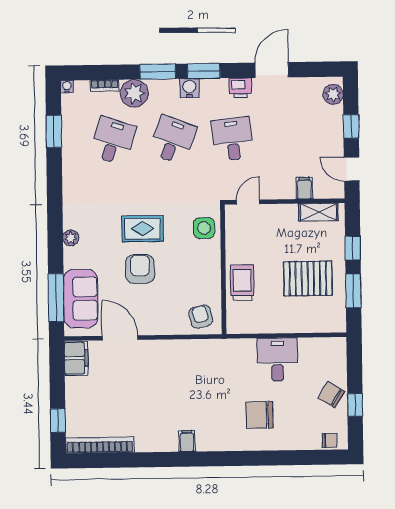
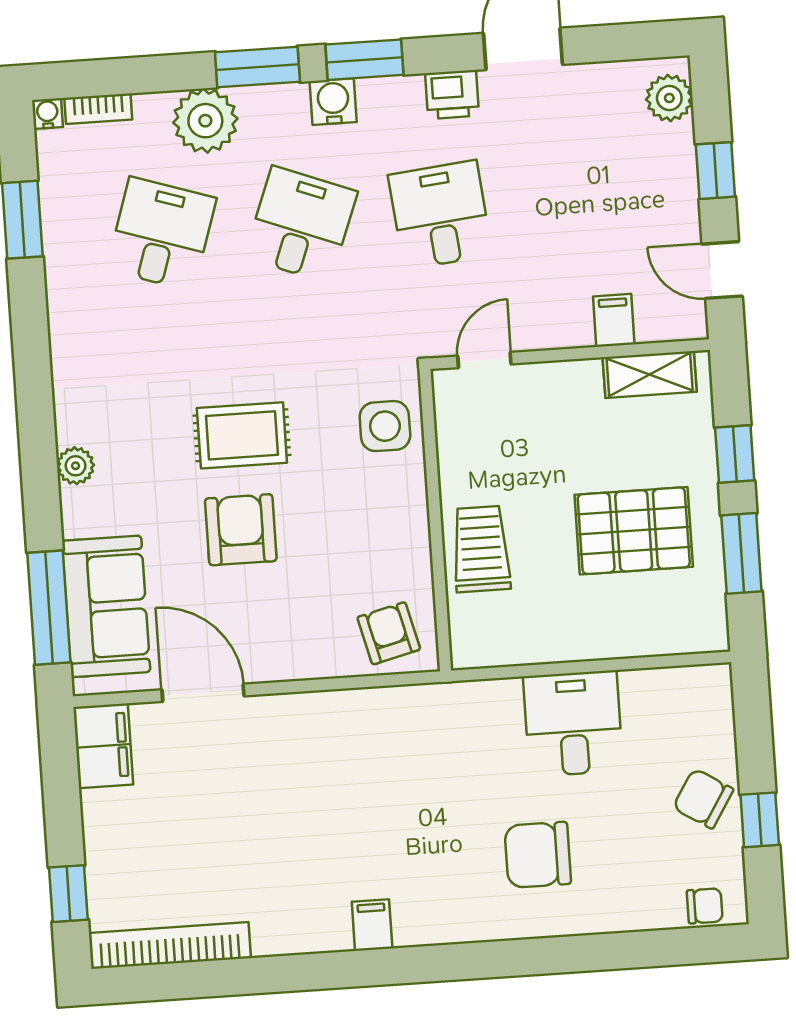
bookcase: (105, 86) -> (98, 109), moved

